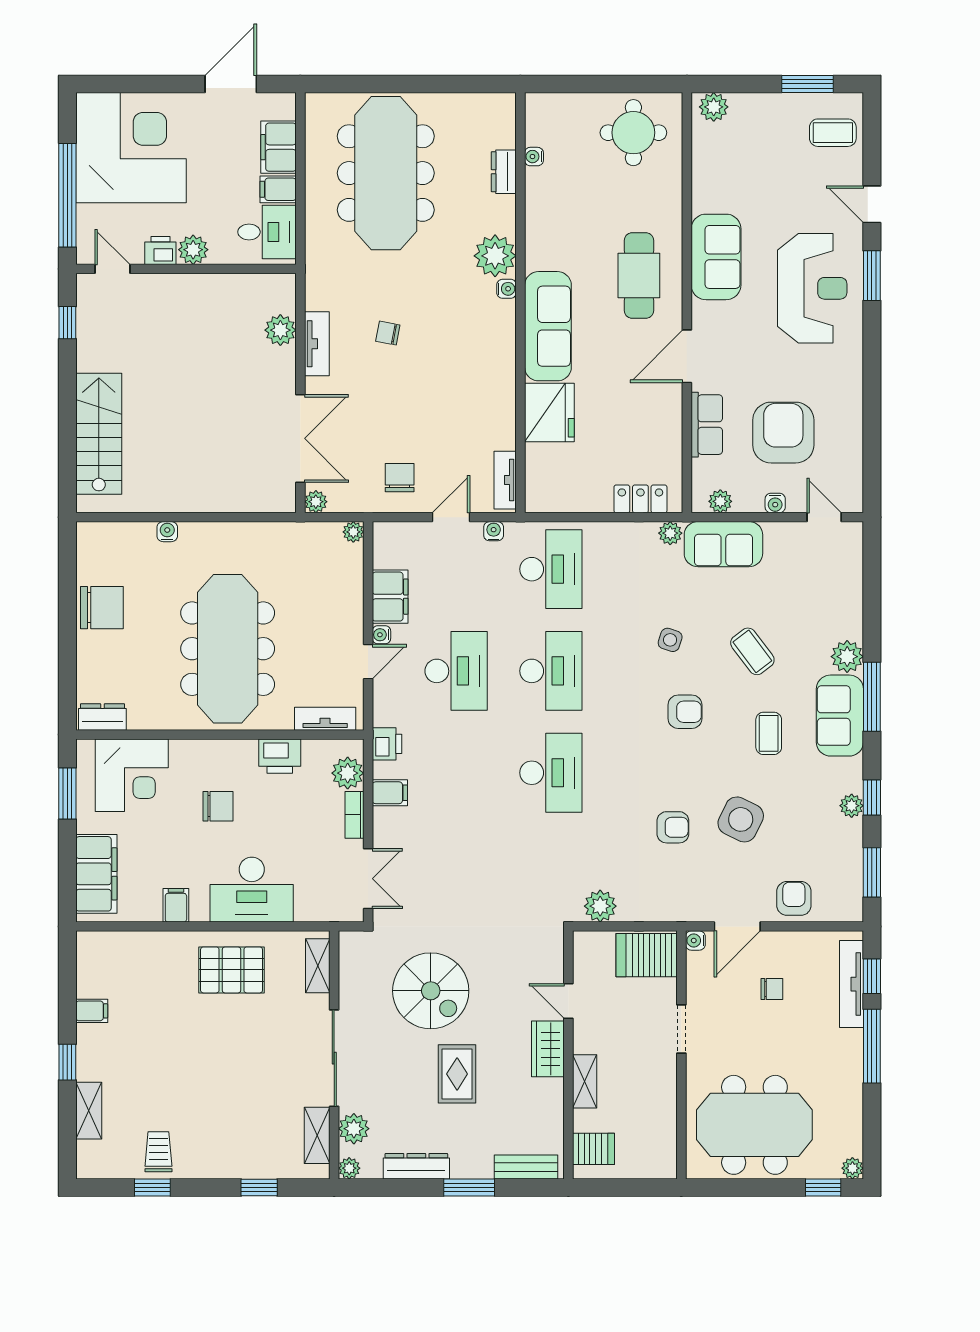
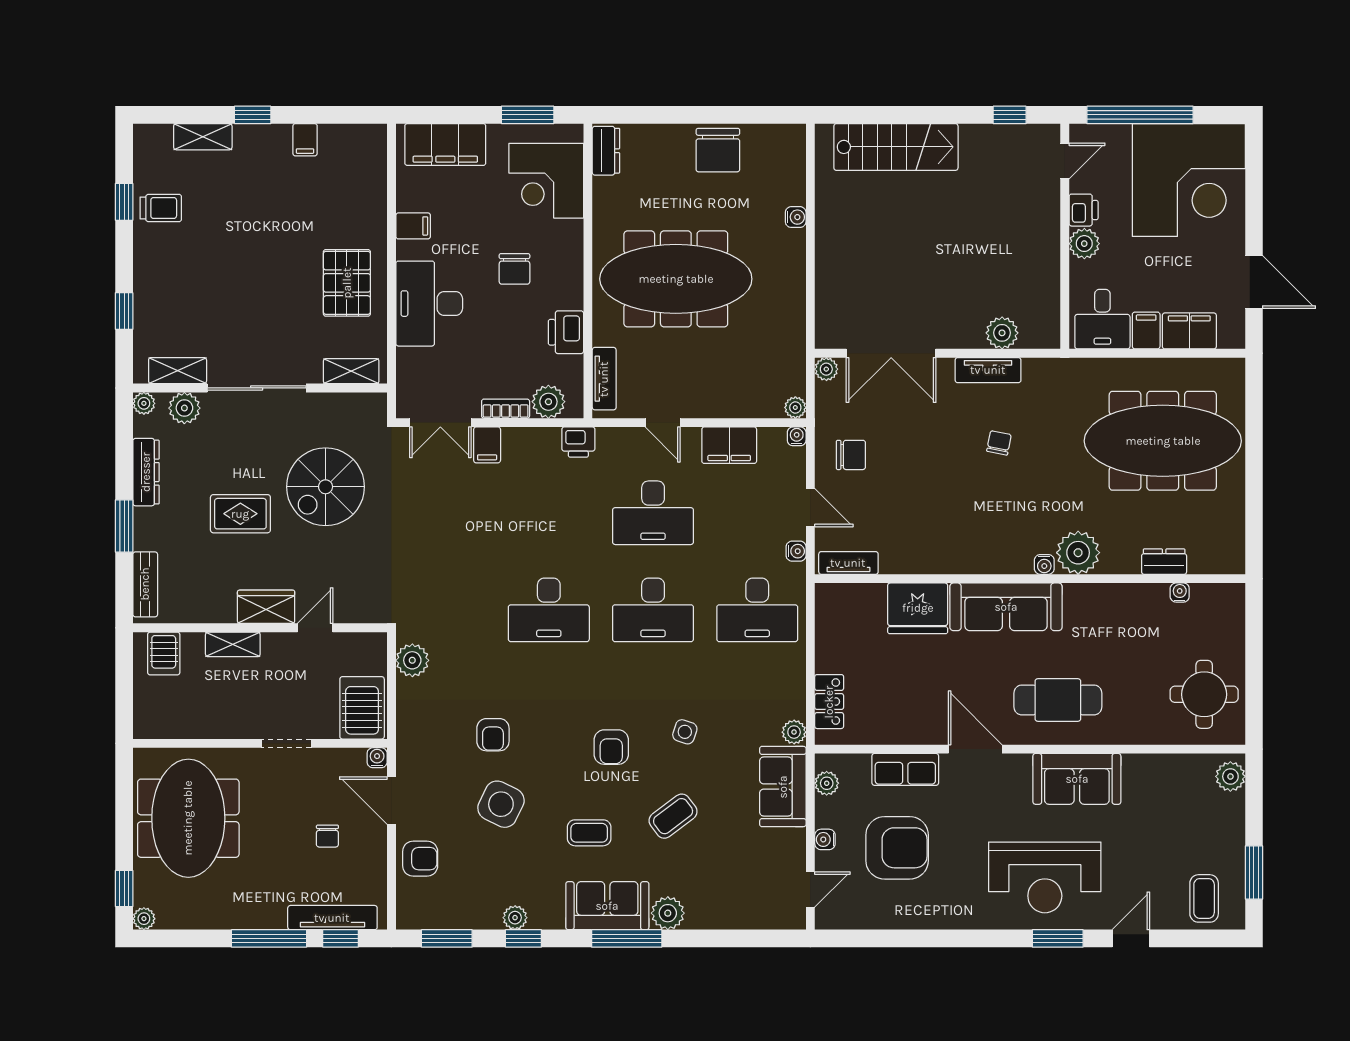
water cooler: (381, 635) -> (797, 436), moved
filing cabinet: (390, 793) -> (487, 445), moved

